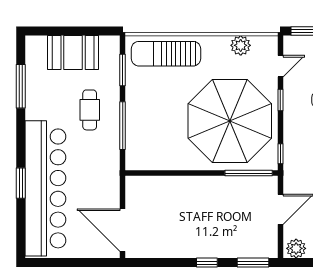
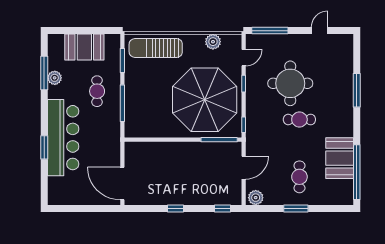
plant: (34, 93) -> (55, 78), added
bar counter: (45, 188) -> (63, 138), width x0.73
window: (207, 263) -> (175, 208), moved
window: (253, 263) -> (222, 208), width x0.67

